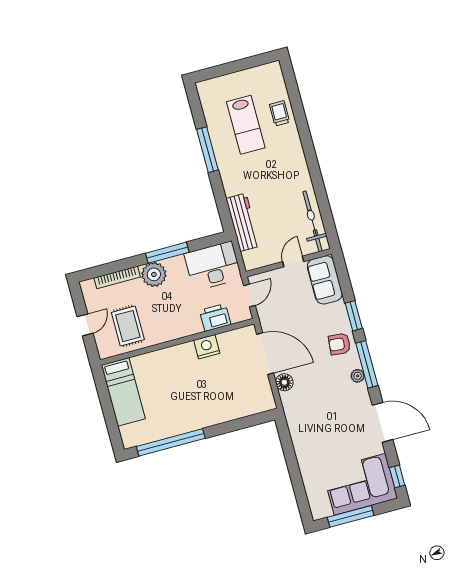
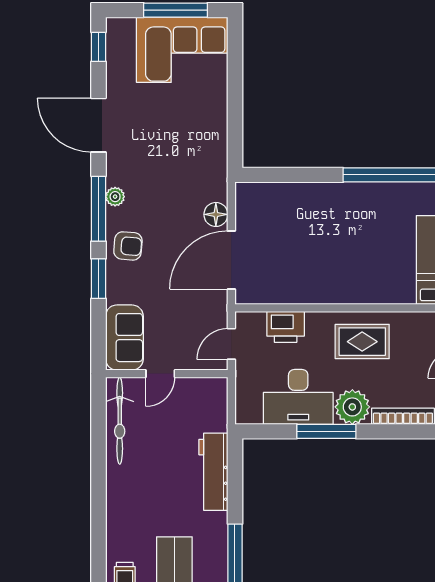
workbench: (243, 222) -> (213, 472), moved
desk: (213, 266) -> (298, 397), moved
rug: (128, 326) -> (362, 342), moved, turned 90
nightstand: (207, 347) -> (307, 291), removed
door: (265, 354) -> (231, 260), hinge flipped
corner sofa: (360, 484) -> (182, 50), moved

